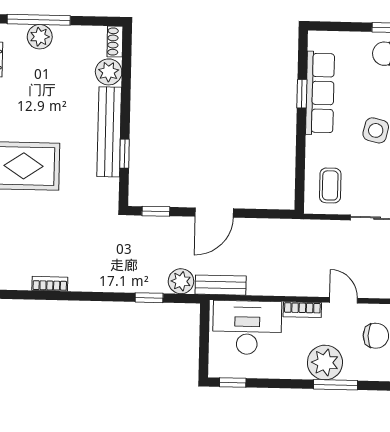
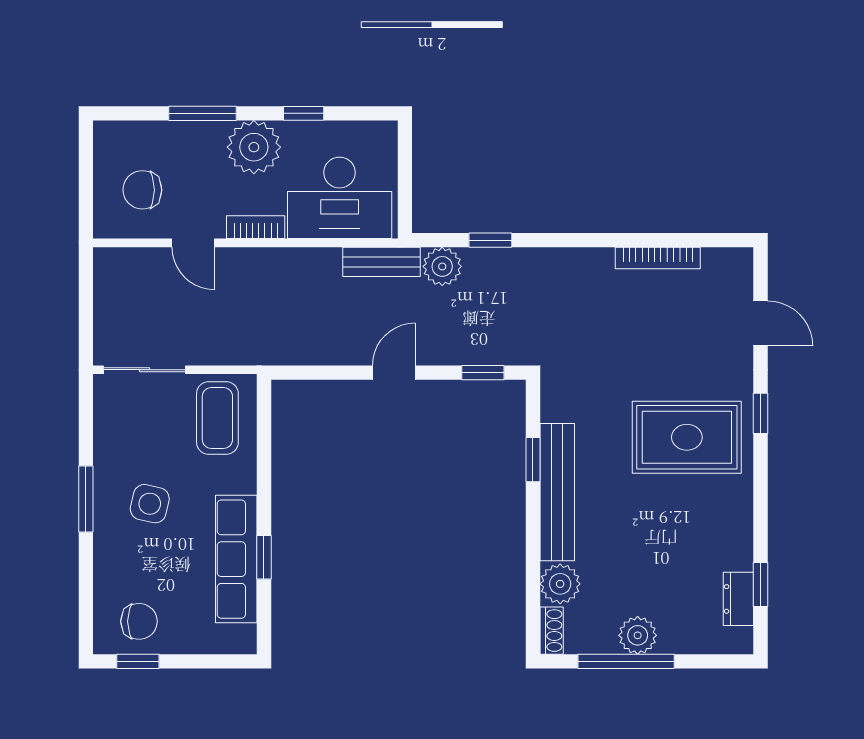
window: (39, 20) -> (626, 661), moved
plant: (40, 37) -> (638, 635), moved
coffee table: (330, 185) -> (217, 418), width x1.36, depth x1.30
door: (214, 213) -> (394, 373), width x0.73
bookcase: (50, 284) -> (658, 258), width x1.56
plant: (325, 363) -> (254, 147), moved
window: (233, 383) -> (304, 113), moved

